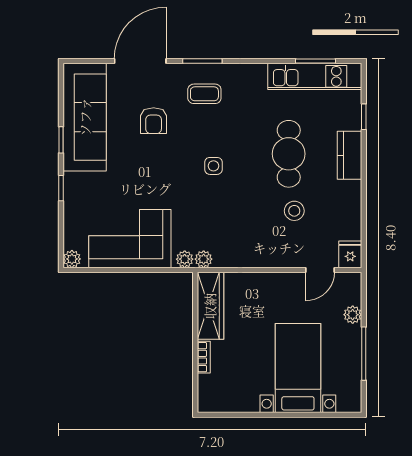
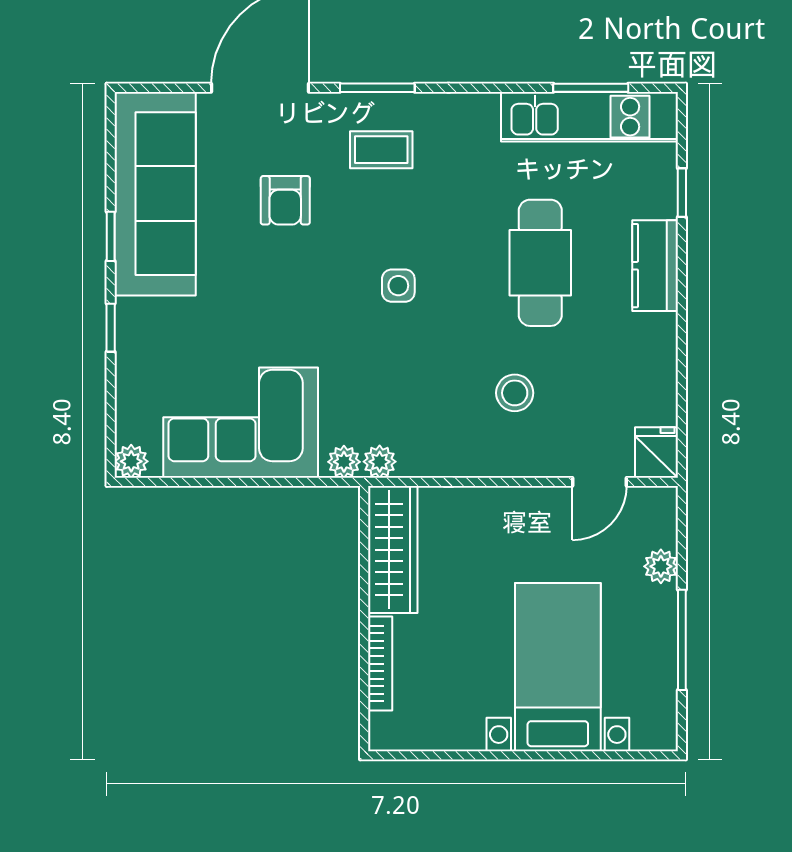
stool: (294, 211) -> (515, 393), moved
bookcase: (204, 357) -> (380, 664), width x1.56

